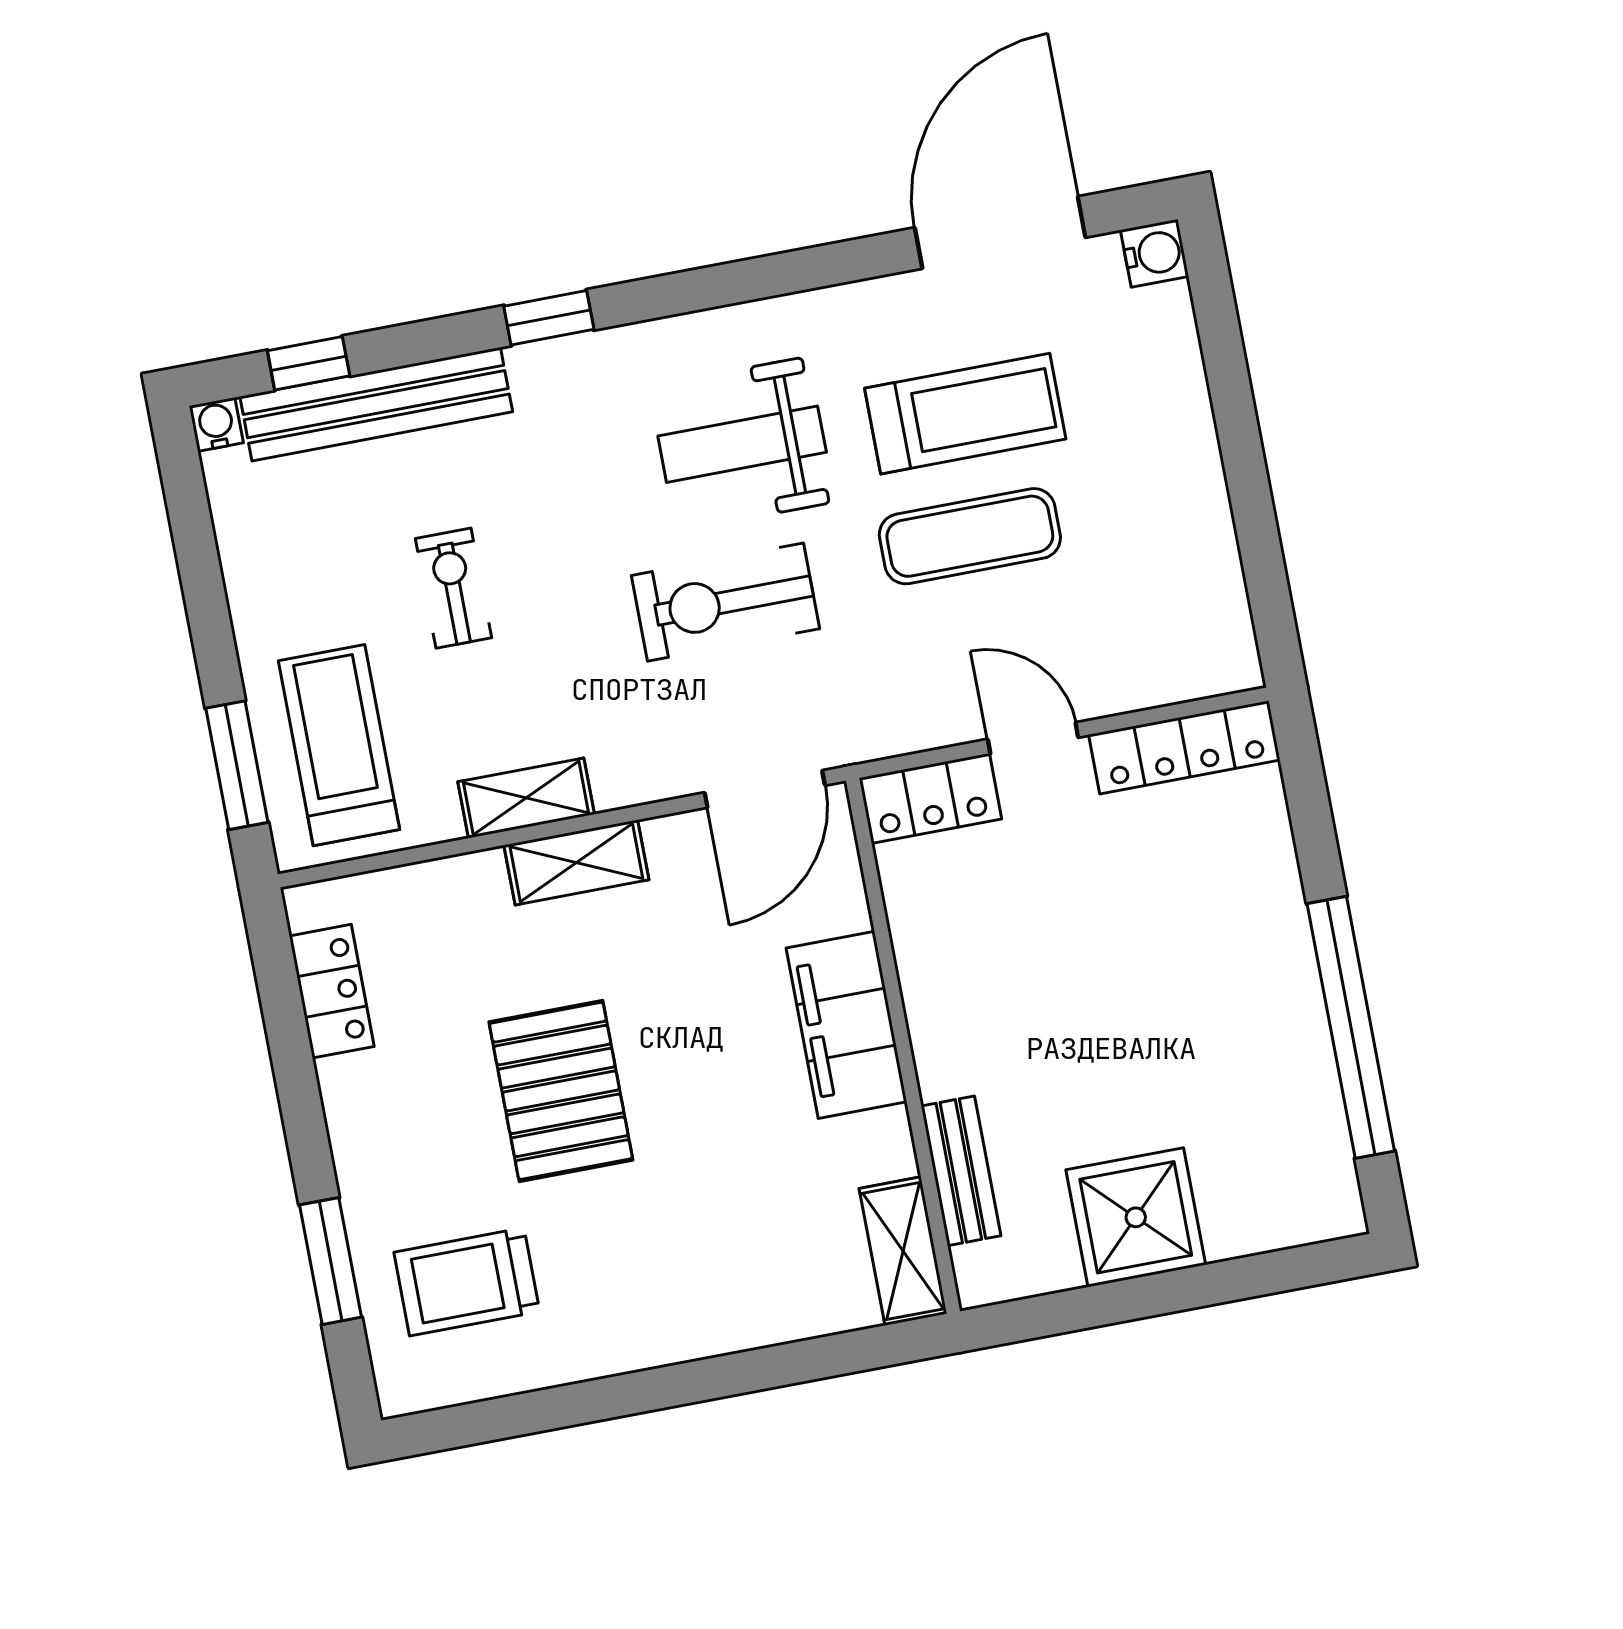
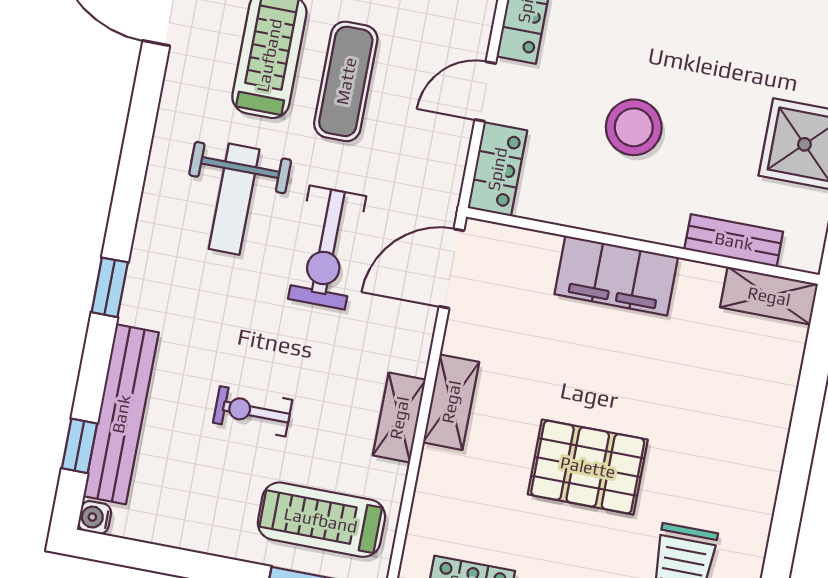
door: (765, 789) -> (452, 269), swing flipped
stool: (1065, 967) -> (634, 127), added

